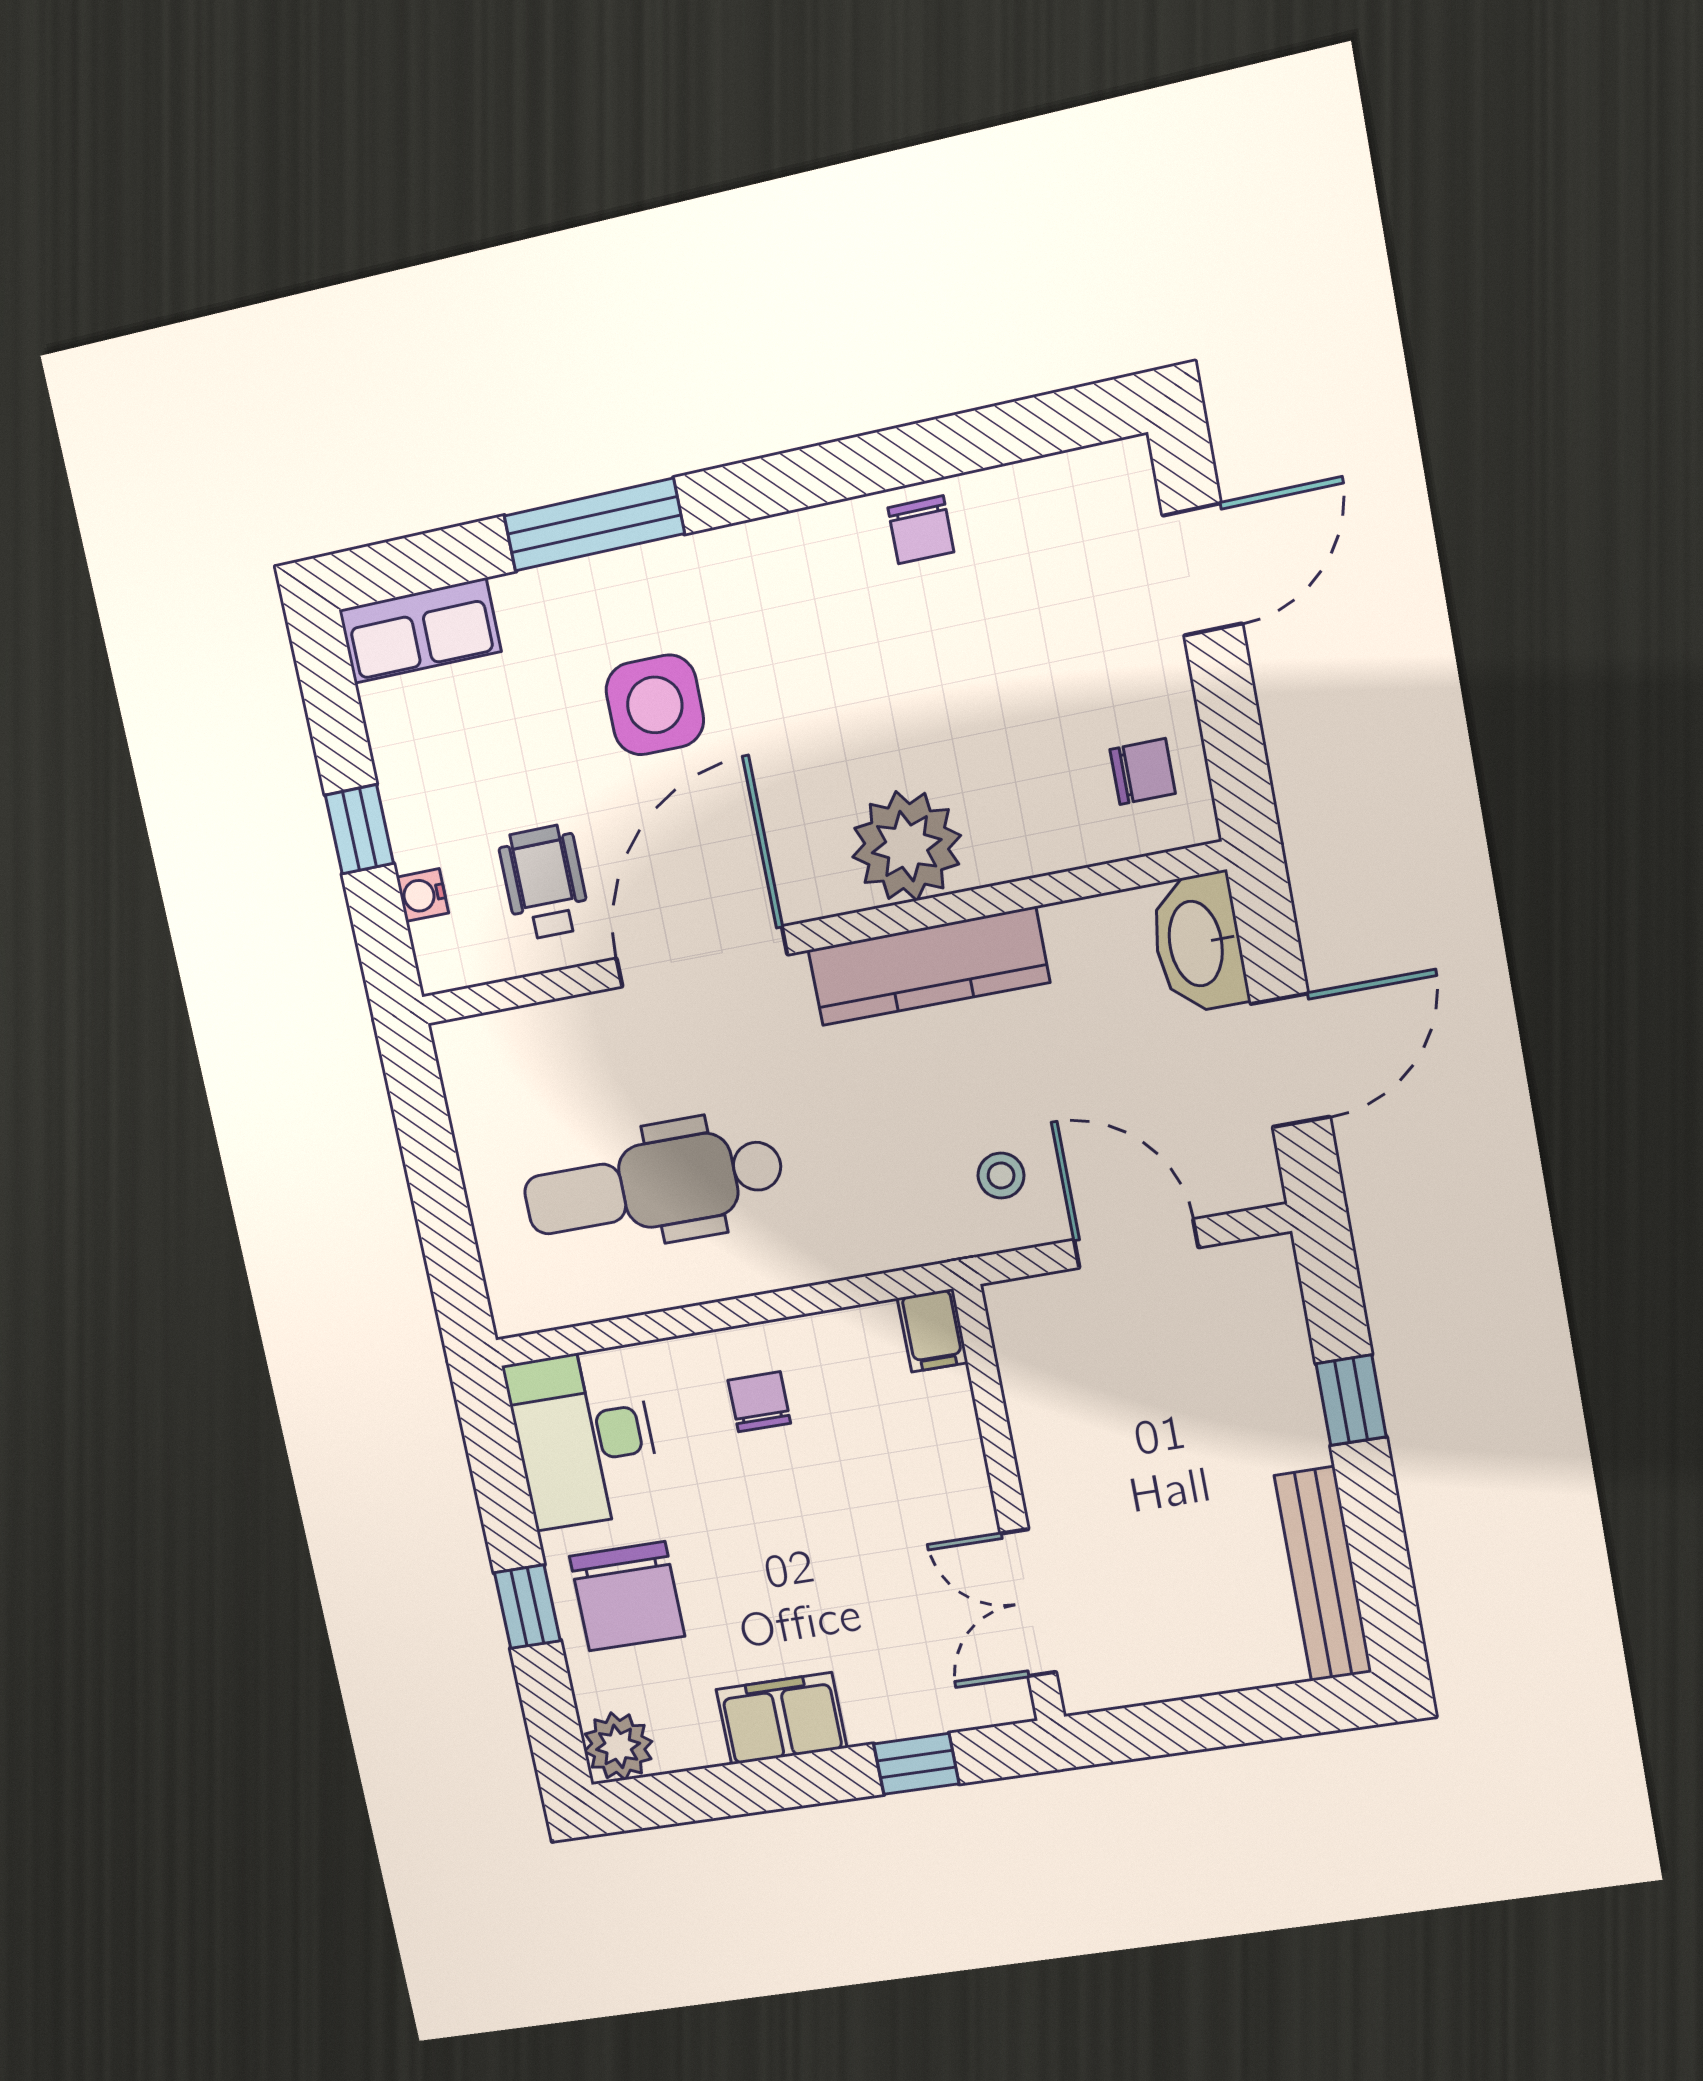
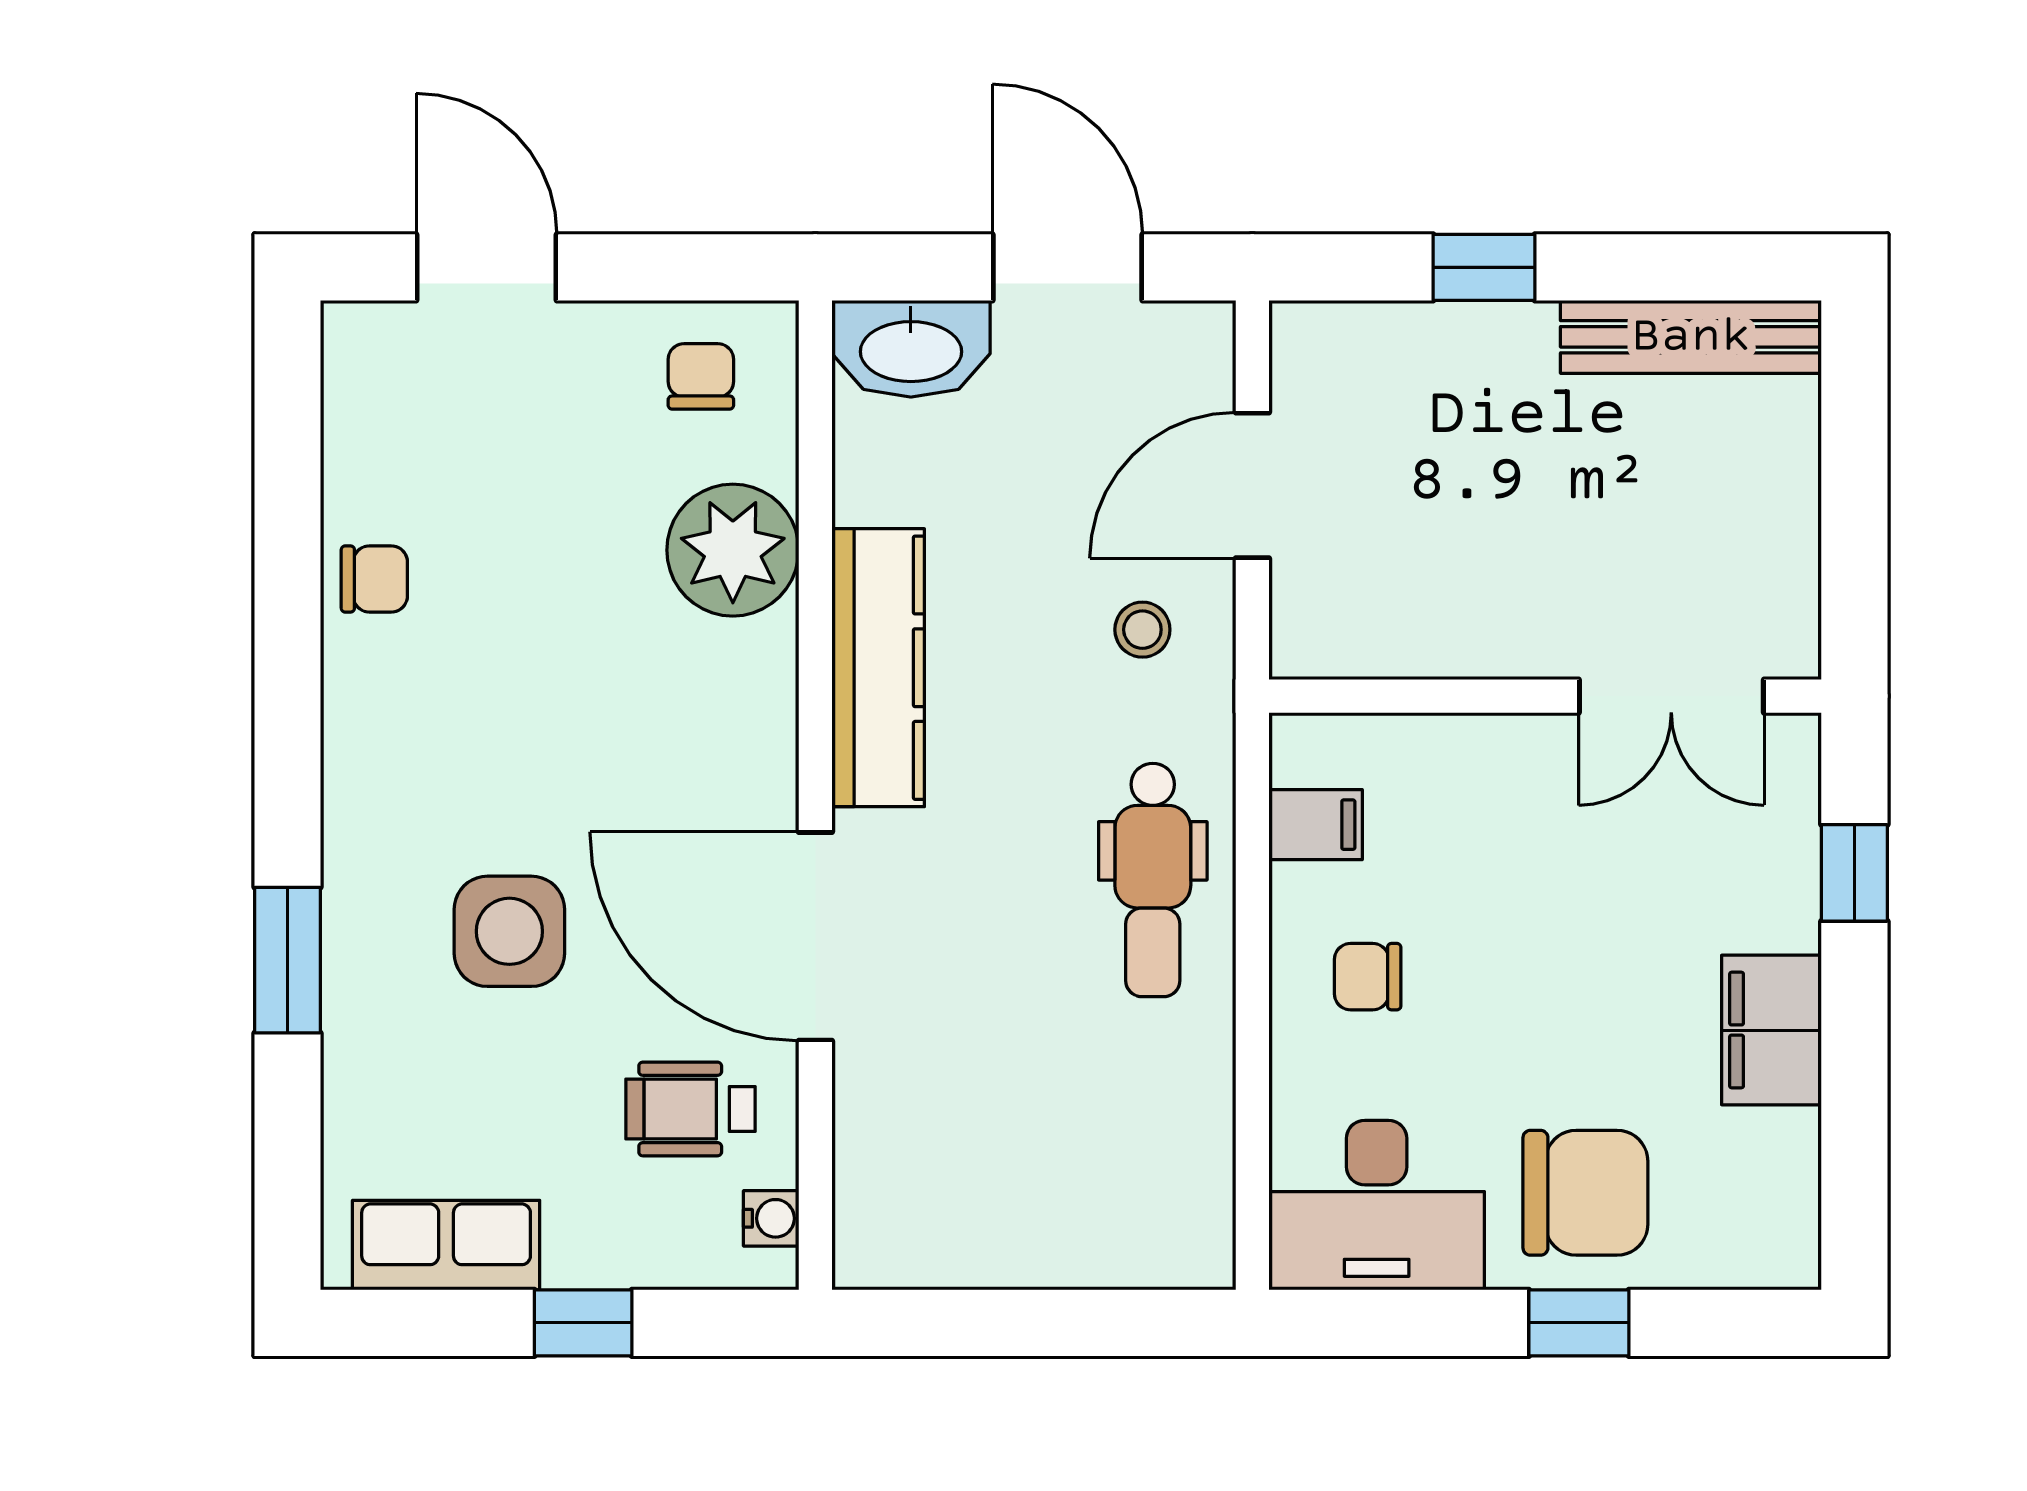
window: (594, 525) -> (288, 960), width x0.69
row of seats: (420, 631) -> (446, 1245), moved, turned -90
plant: (907, 846) -> (733, 550), moved
water cooler: (422, 895) -> (771, 1218), moved, turned -90
dental chair: (653, 1185) -> (1153, 880), moved, width x0.73, depth x0.72
filing cabinet: (933, 1330) -> (1316, 825), moved
plant: (618, 1746) -> (1776, 1245), removed

